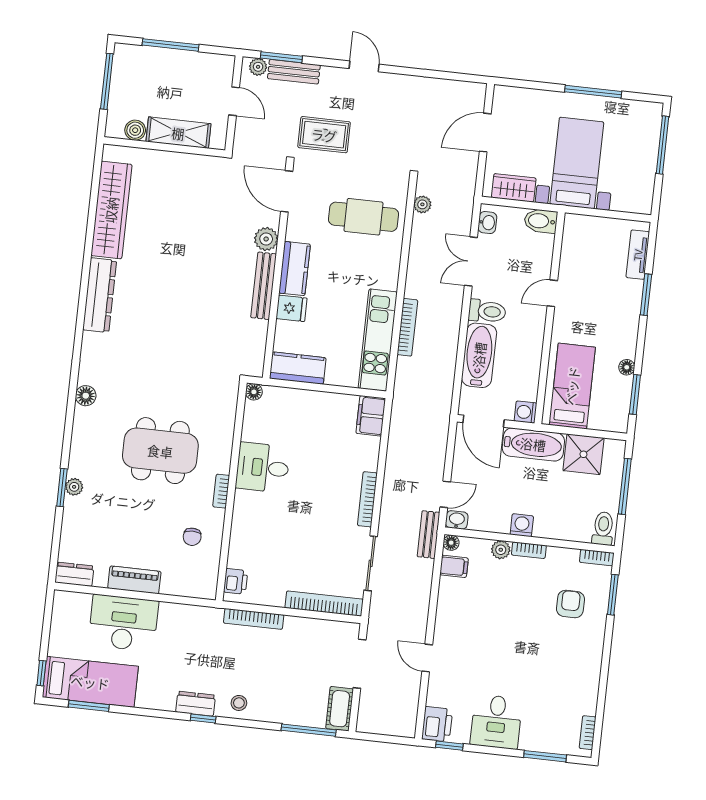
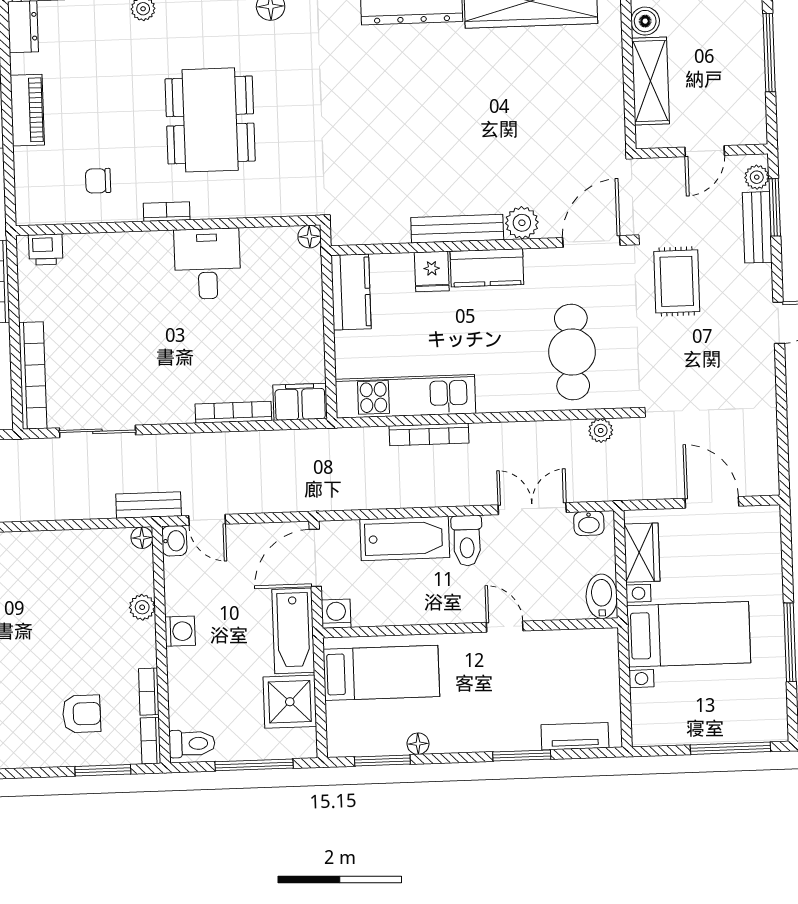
bookcase: (367, 499) -> (233, 412), moved
bookcase: (529, 550) -> (149, 692), moved
filing cabinet: (454, 566) -> (110, 546), removed

